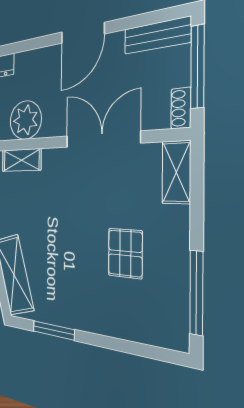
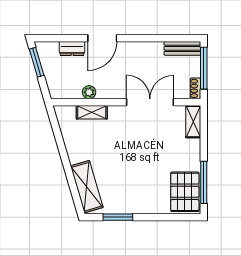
door: (82, 33) -> (102, 38), moved
plant: (26, 120) -> (89, 92), width x0.53, depth x0.53
pallet: (125, 253) -> (185, 192), moved, width x1.50, depth x1.42

